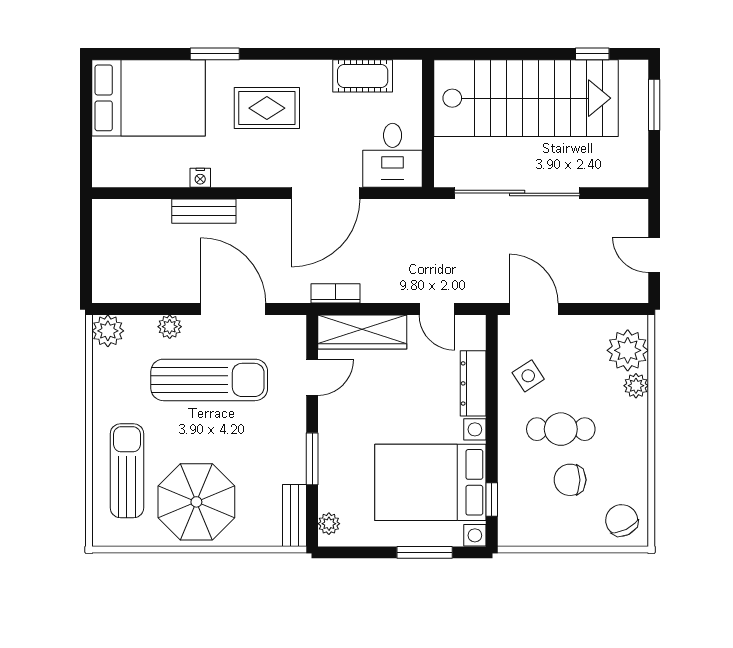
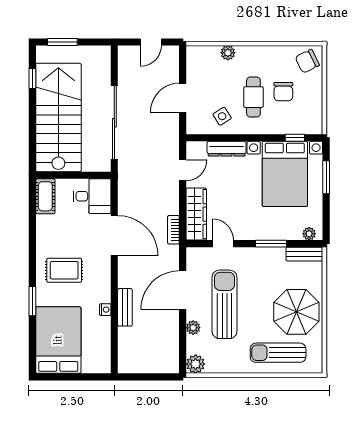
cot: (363, 76) -> (45, 196), moved
rug: (267, 108) -> (64, 270), turned 90
door: (534, 309) -> (183, 98), moved
plant: (628, 350) -> (207, 58), removed

